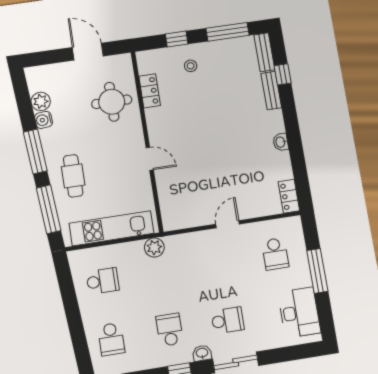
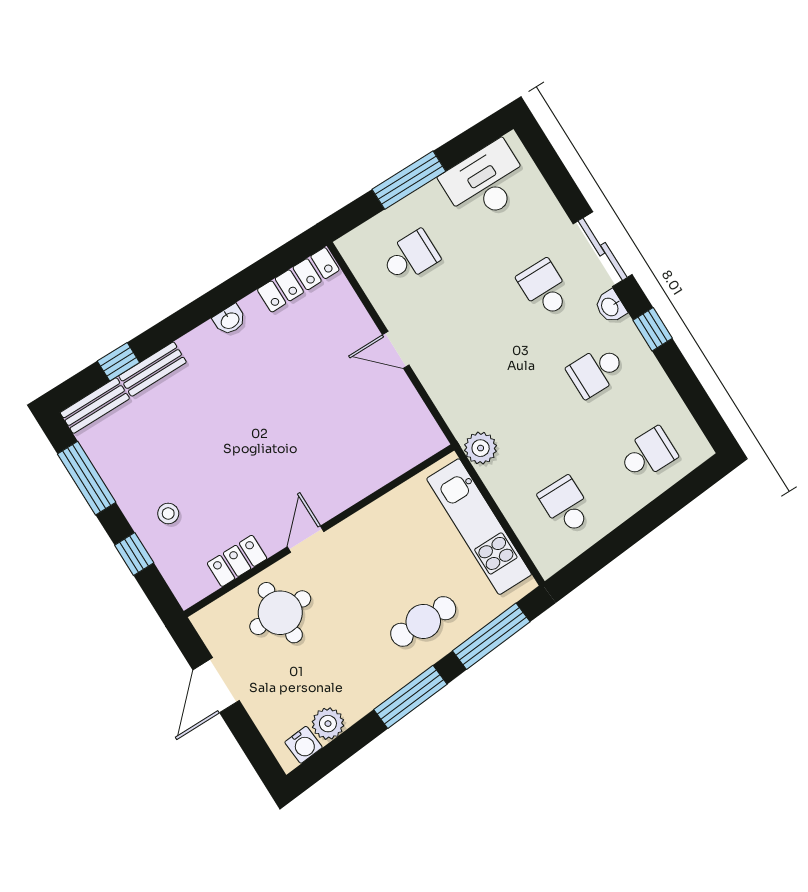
water cooler: (44, 120) -> (304, 745), moved
door: (150, 159) -> (306, 539), moved
locker: (289, 196) -> (298, 280), width x1.53

